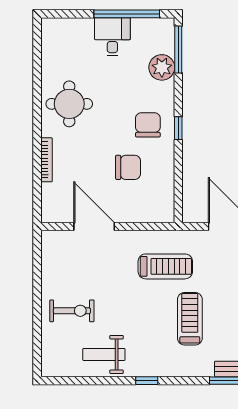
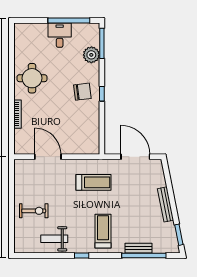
chair: (148, 125) -> (82, 92), turned 83
chair: (128, 167) -> (70, 119), removed
treadmill: (190, 319) -> (103, 231), moved

